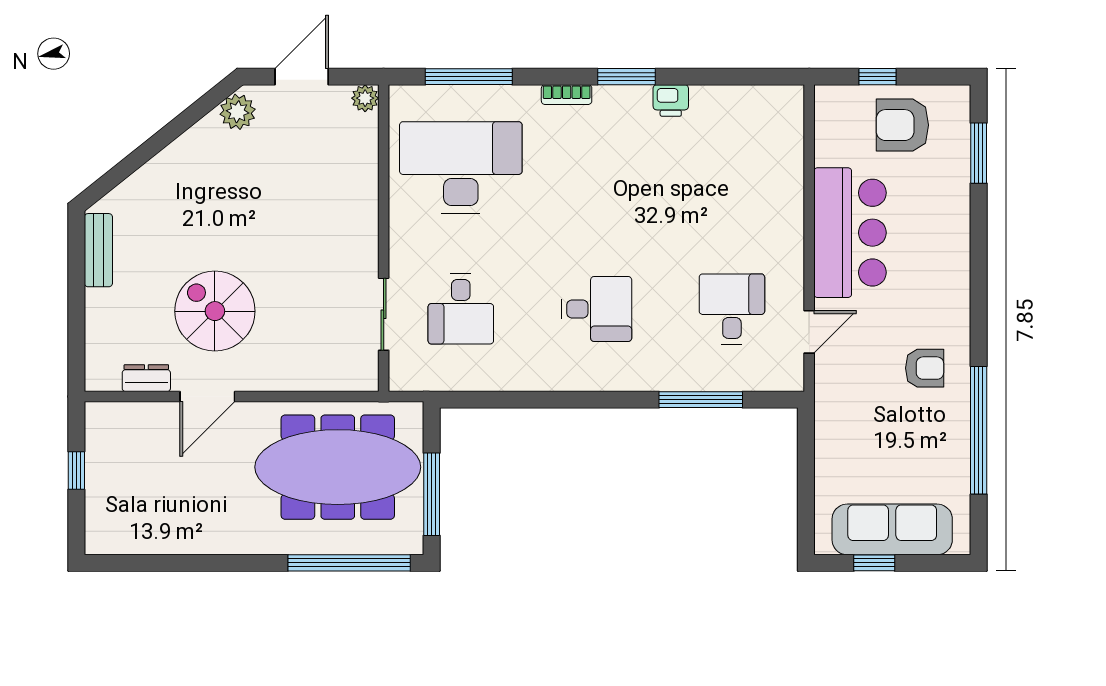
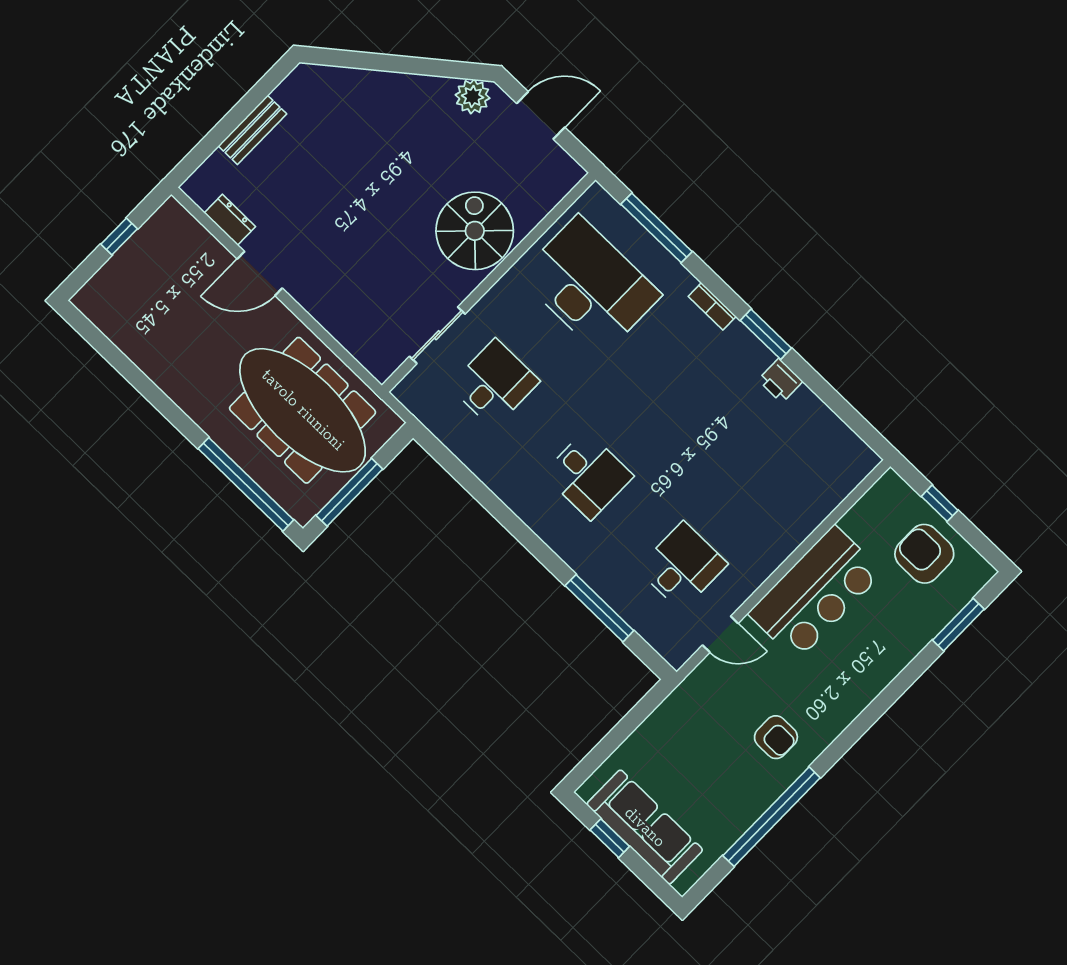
plant: (365, 98) -> (570, 173), removed
bench: (98, 250) -> (252, 130), moved
desk: (461, 309) -> (494, 384), turned 180
spiral stairs: (215, 311) -> (475, 231), moved

